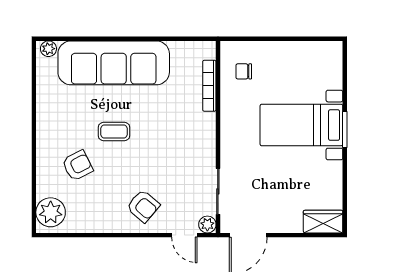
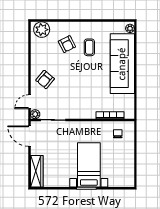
coffee table: (114, 131) -> (89, 47), moved
wardrobe: (323, 222) -> (37, 171), width x1.50

